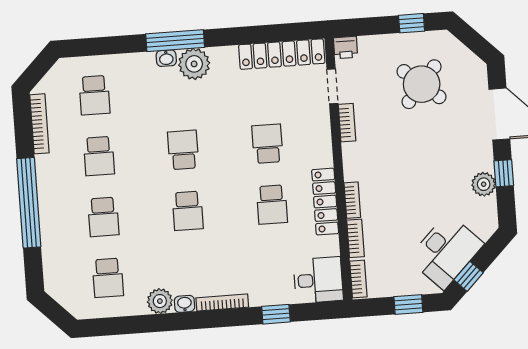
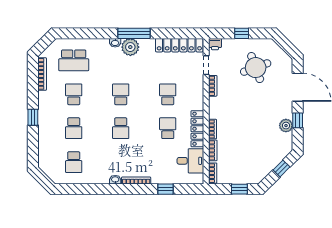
window: (412, 23) -> (242, 33), moved
window: (175, 41) -> (134, 33), moved
round table: (422, 84) -> (256, 68), turned 30
school desk: (94, 95) -> (74, 60), width x1.85
school desk: (99, 156) -> (74, 94), turned 180
window: (29, 203) -> (33, 117), width x0.32
school desk: (272, 205) -> (168, 128), turned 180
desk: (446, 251) -> (262, 161), removed
window: (468, 276) -> (281, 168), moved
desk: (318, 280) -> (190, 161), moved
plant: (160, 301) -> (102, 177), removed

